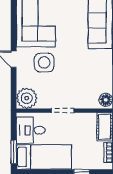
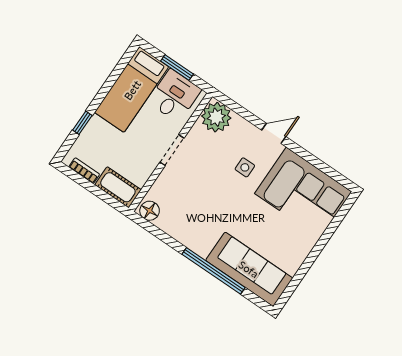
side table: (44, 62) -> (245, 167), width x0.54, depth x0.54
window: (14, 152) -> (177, 67), moved

